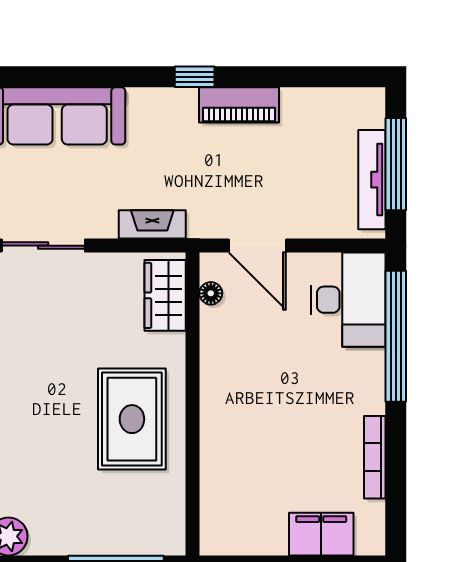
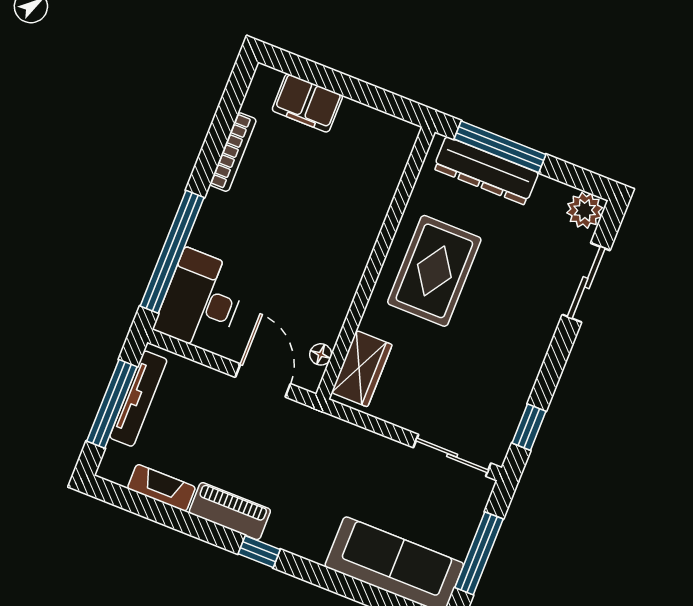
fireplace: (152, 224) -> (161, 488), moved, turned 180
dresser: (120, 537) -> (486, 171), added

